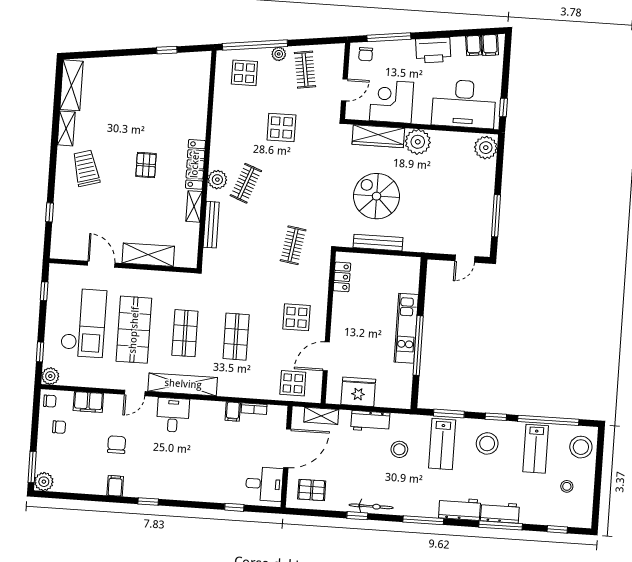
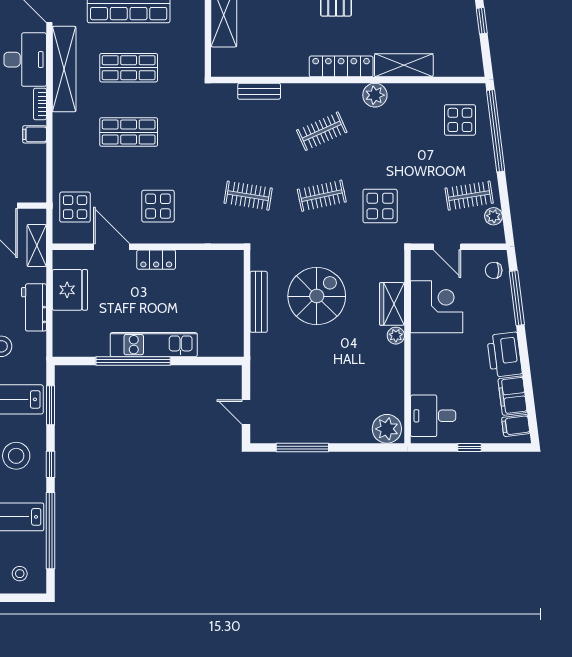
filing cabinet: (474, 46) -> (513, 396), width x2.00
plant: (279, 54) -> (493, 216), moved
desk: (464, 104) -> (433, 416), width x0.53, depth x0.77
window: (503, 107) -> (469, 447), moved
display table: (281, 128) -> (380, 206), moved
wardrobe: (378, 136) -> (392, 304), width x0.67
plant: (418, 142) -> (396, 336), width x0.53, depth x0.53
plant: (217, 180) -> (375, 95), moved
clothes rail: (246, 183) -> (322, 131), turned -45
clothes rail: (297, 187) -> (322, 196), added
shelving: (194, 206) -> (404, 65), moved, width x1.50, depth x1.33
bench: (211, 225) -> (259, 91), width x0.73
locker: (342, 277) -> (156, 260), moved
bookcase: (254, 409) -> (40, 104), moved
desk: (173, 415) -> (25, 60), width x1.37
stool: (581, 447) -> (20, 574), width x0.53, depth x0.53

